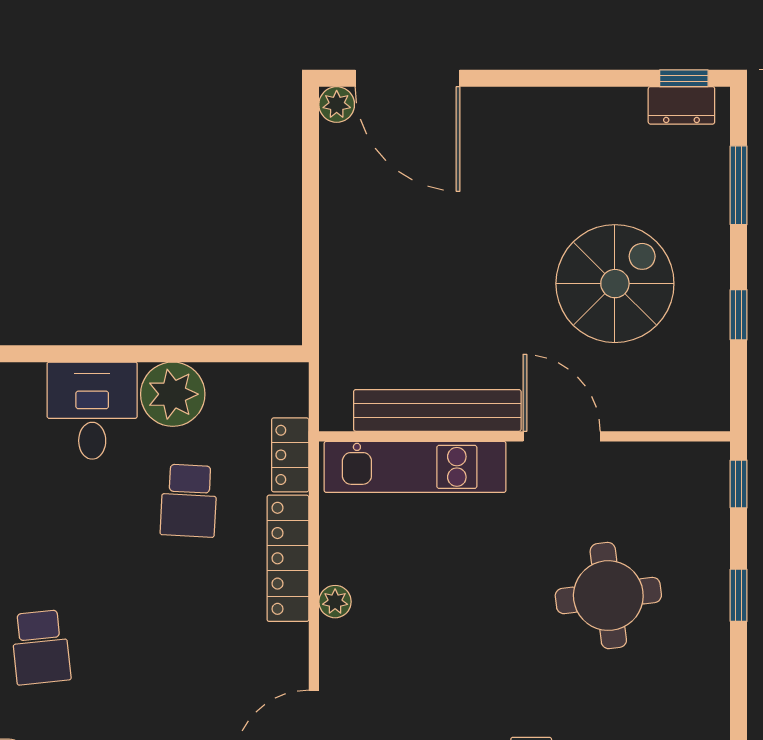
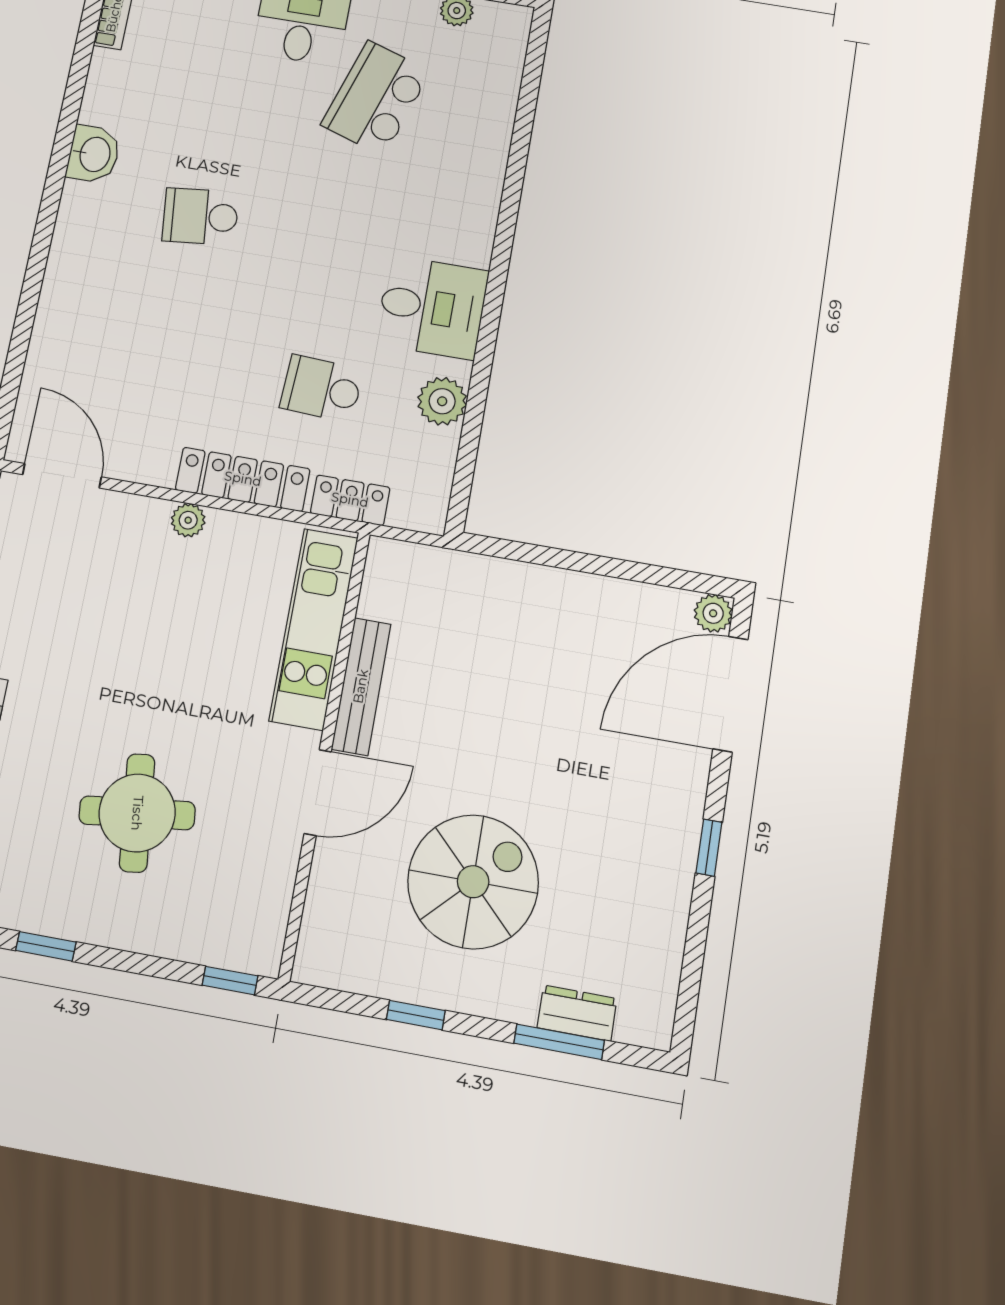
window: (684, 78) -> (709, 848), moved
dresser: (681, 105) -> (577, 1013), moved, turned 90
spiral stairs: (615, 284) -> (473, 882), turned -90
plant: (173, 394) -> (442, 401), width x0.73, depth x0.73
bench: (437, 410) -> (361, 686), width x0.73, depth x0.82
window: (739, 595) -> (46, 946), moved

